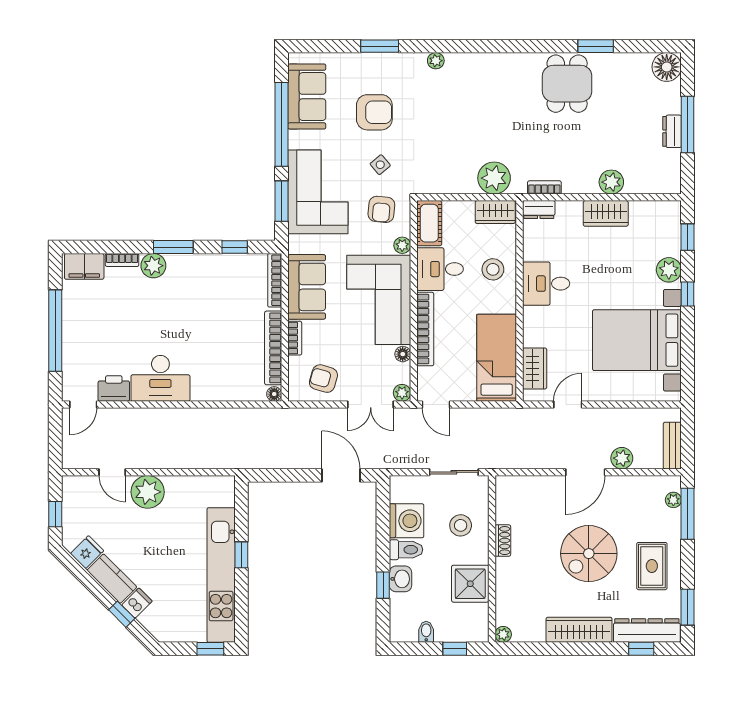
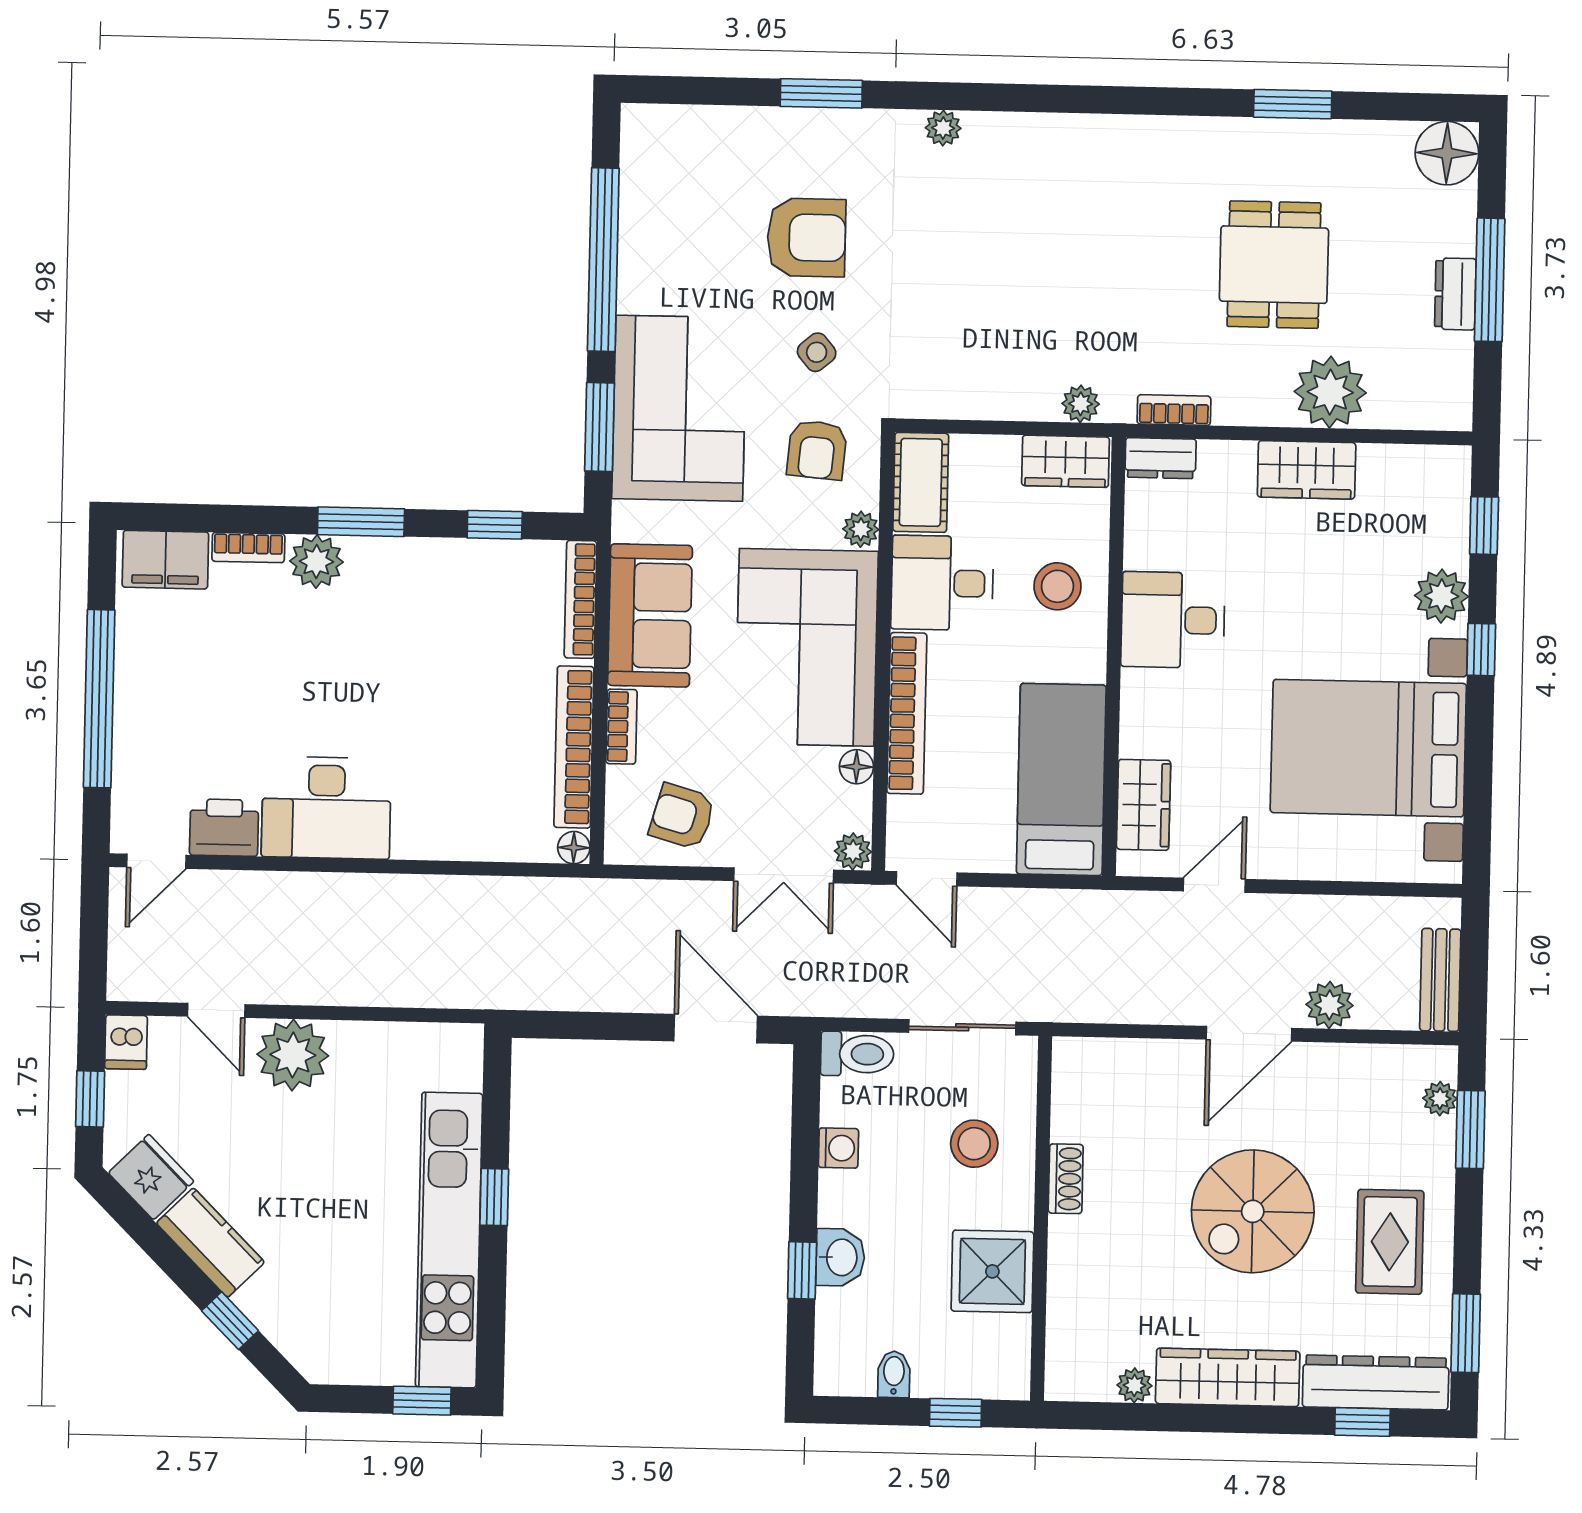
dining table: (567, 84) -> (1274, 265), moved
sofa: (307, 97) -> (660, 200), removed
plant: (494, 178) -> (1081, 404), width x0.53, depth x0.53
plant: (611, 182) -> (1330, 392), width x1.36, depth x1.36
window: (688, 514) -> (1470, 1129), width x0.69
washing machine: (407, 521) -> (838, 1148), width x0.53, depth x0.53
toilet: (406, 550) -> (857, 1054), moved
fridge: (87, 552) -> (151, 1177), width x1.38
dishwasher: (137, 603) -> (126, 1042), moved, turned 135
plant: (503, 634) -> (1134, 1385), moved

